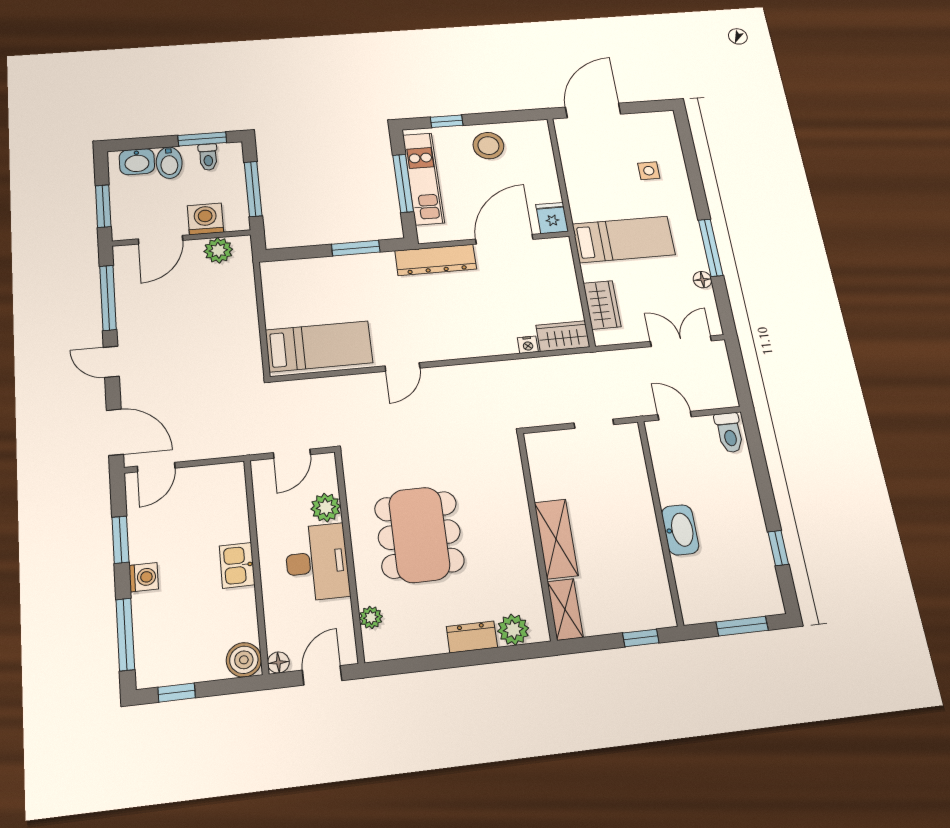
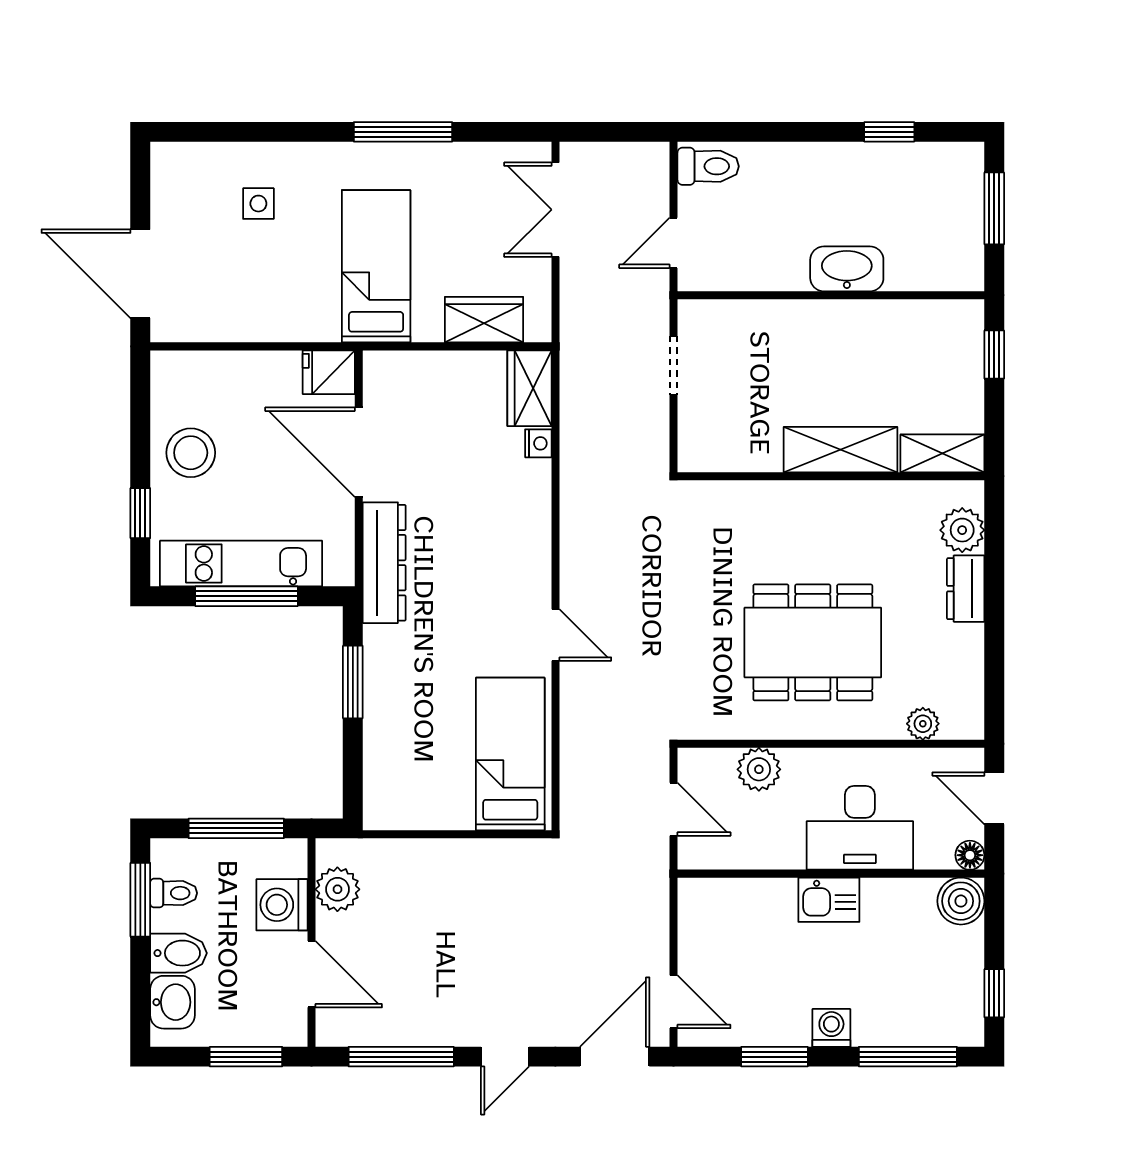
floor lamp: (702, 280) -> (456, 156), removed
desk: (317, 562) -> (860, 828), moved, turned 180

